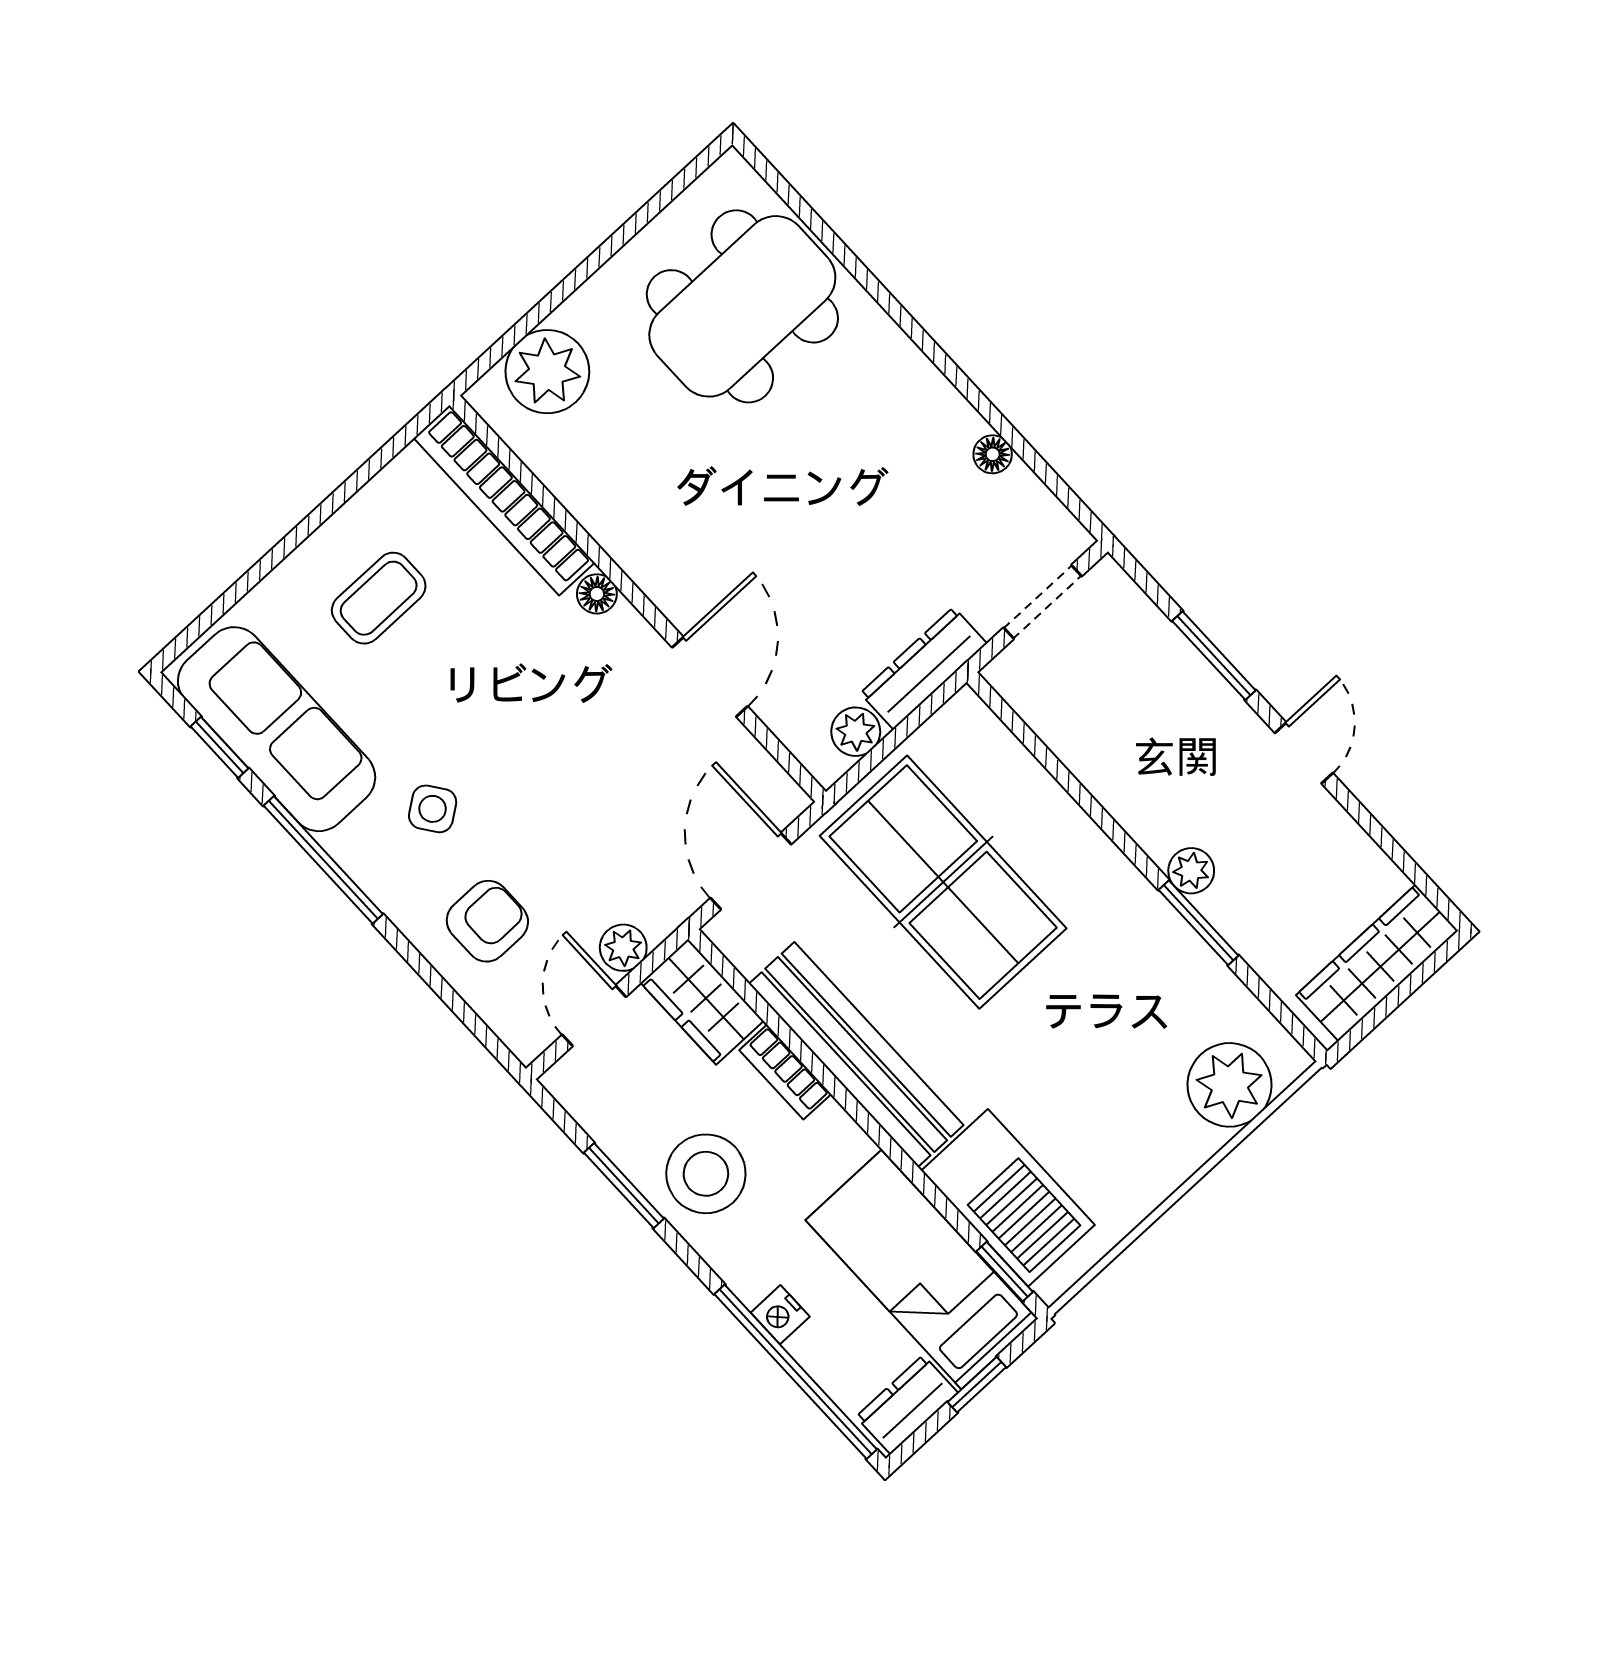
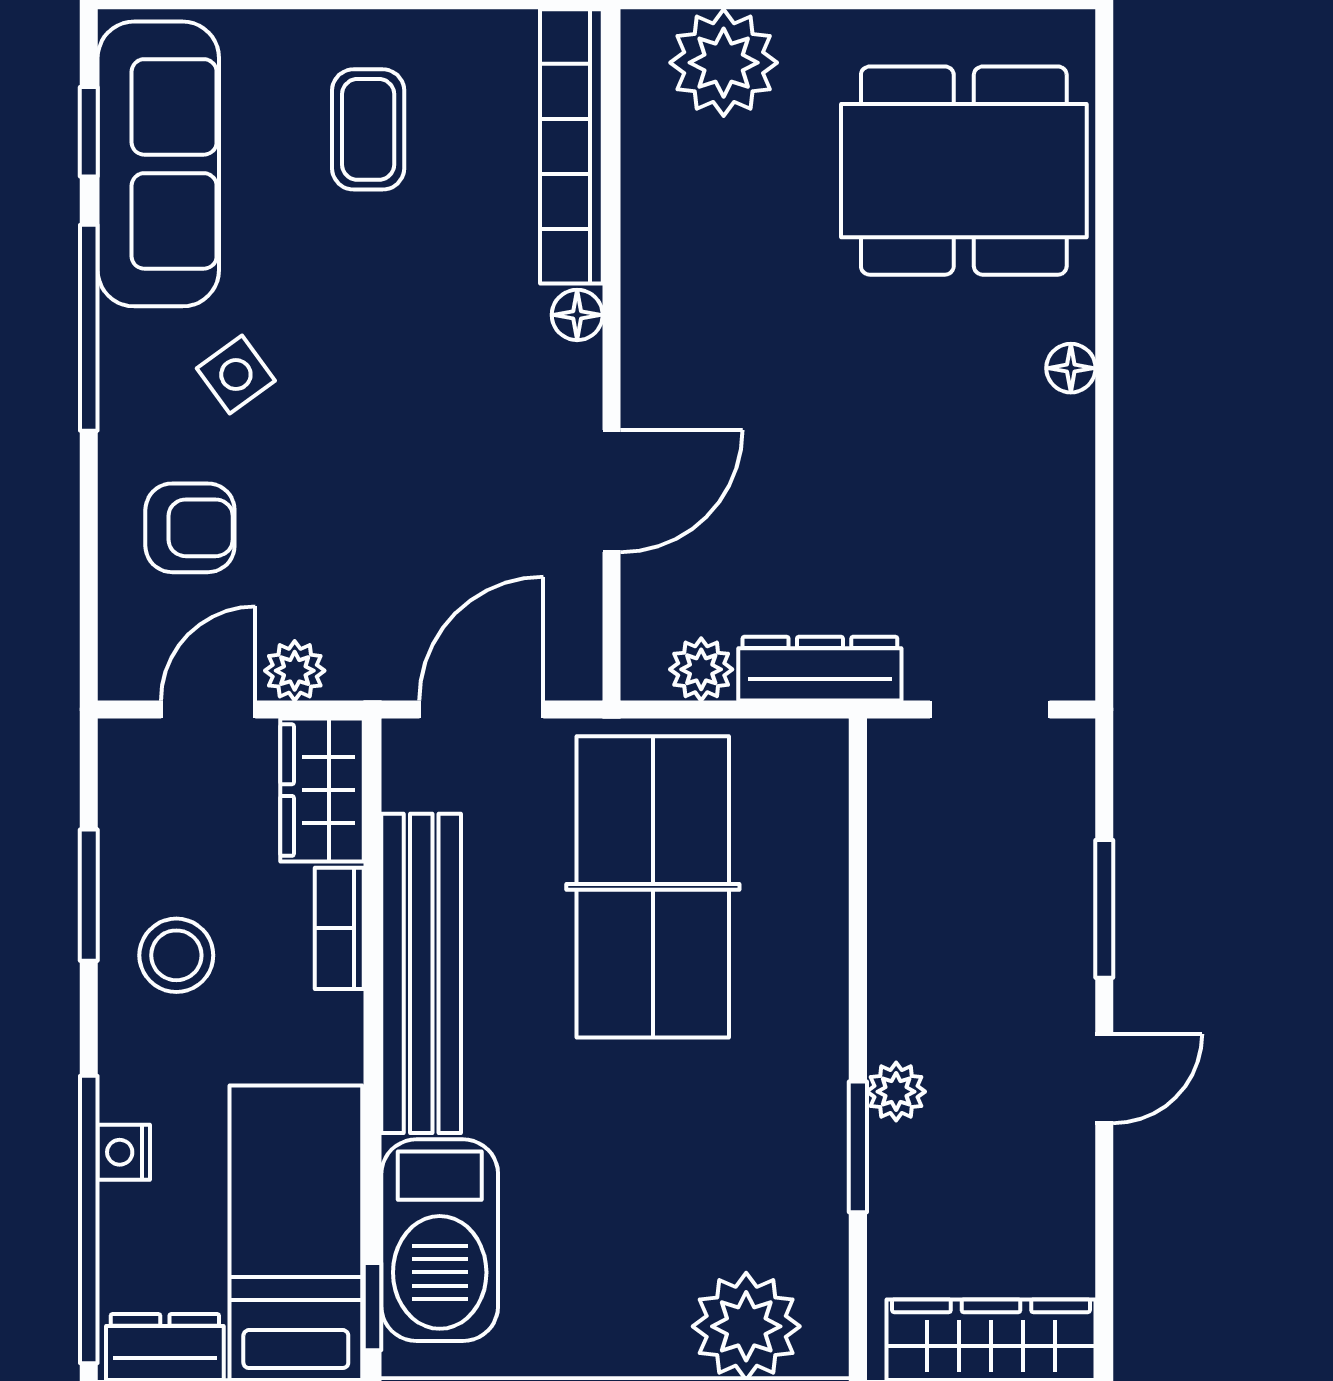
floor lamp: (993, 454) -> (1071, 368), moved
coffee table: (379, 598) -> (368, 129), turned 90
stool: (706, 1174) -> (176, 955), width x0.73, depth x0.73

